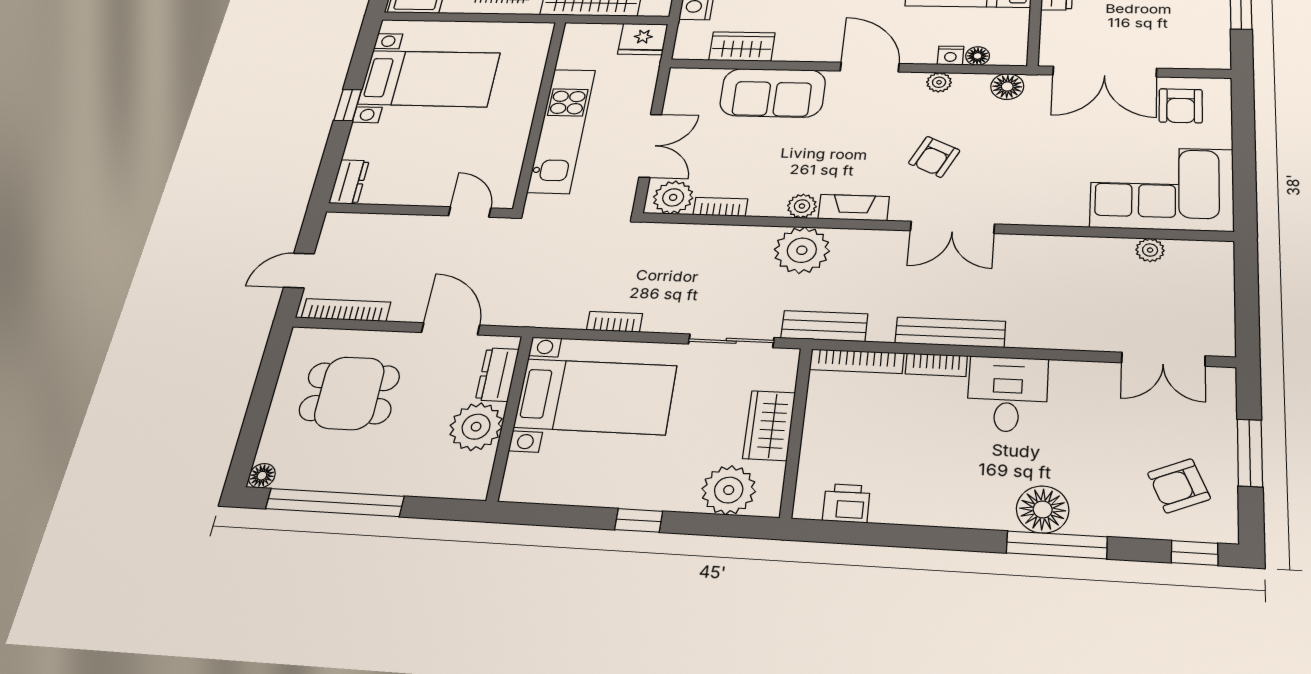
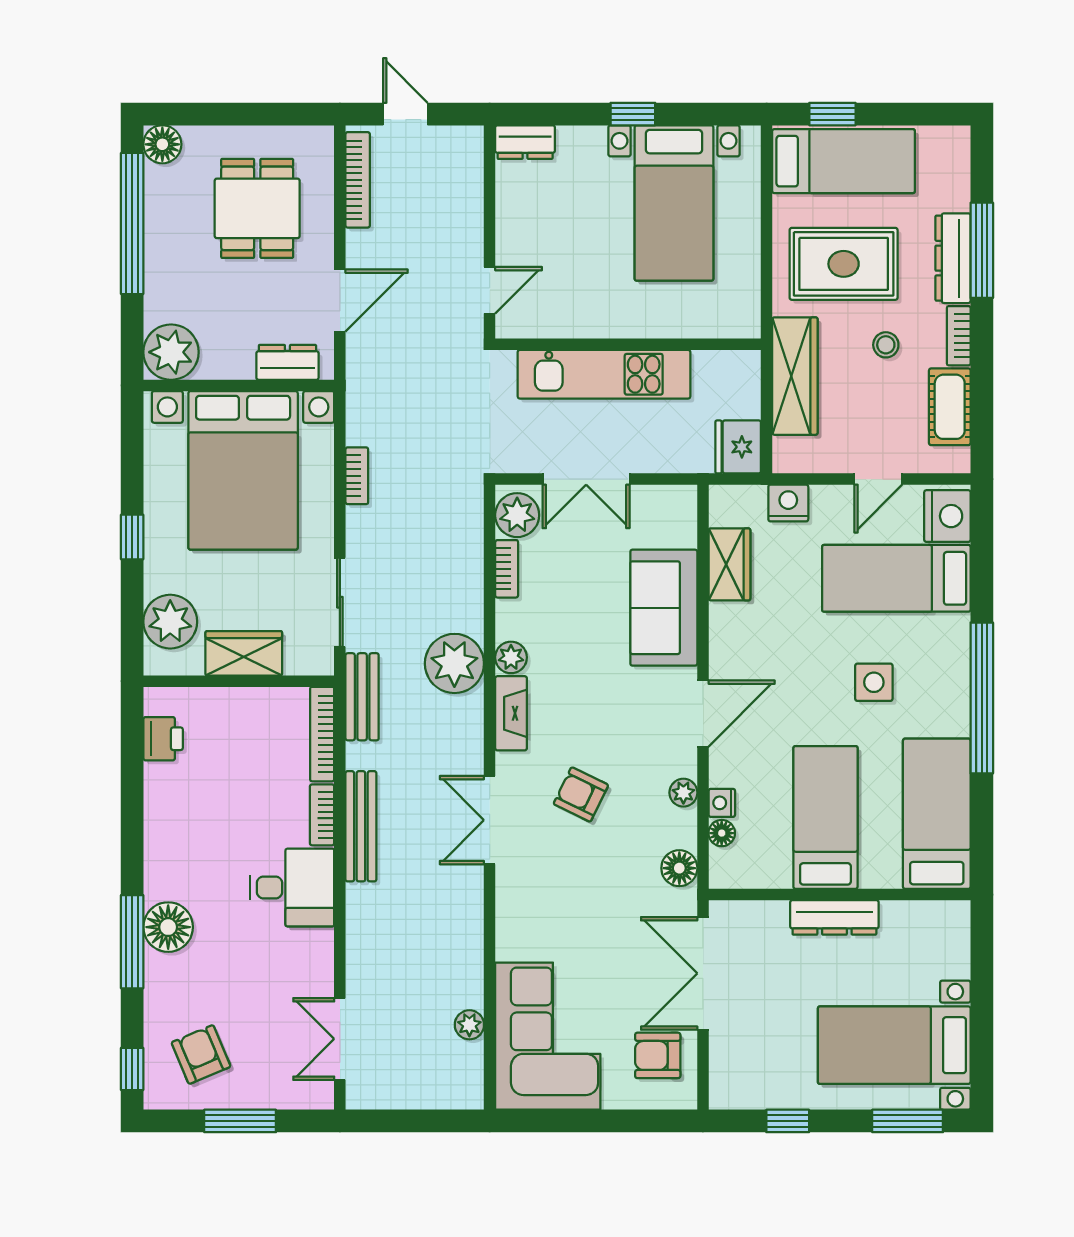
bed with nightstands: (595, 396) -> (243, 470), width x1.36
plant: (476, 427) -> (171, 352), moved
floor lamp: (262, 476) -> (162, 144), width x1.37, depth x1.37

